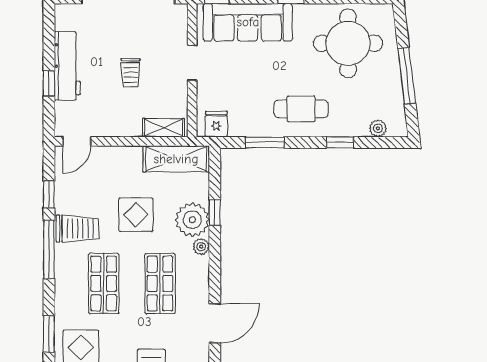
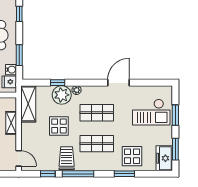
water cooler: (238, 127) -> (11, 70), added
shelving: (164, 128) -> (11, 123), moved
door: (215, 323) -> (119, 83), hinge flipped

